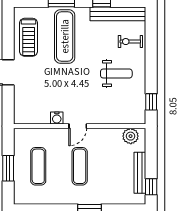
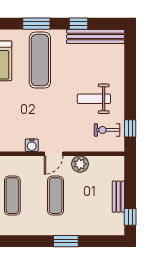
exercise bike: (130, 42) -> (107, 130), moved
weight bench: (116, 74) -> (94, 99), turned 180
plant: (131, 136) -> (80, 164), moved
bench: (140, 173) -> (118, 197), width x0.73

